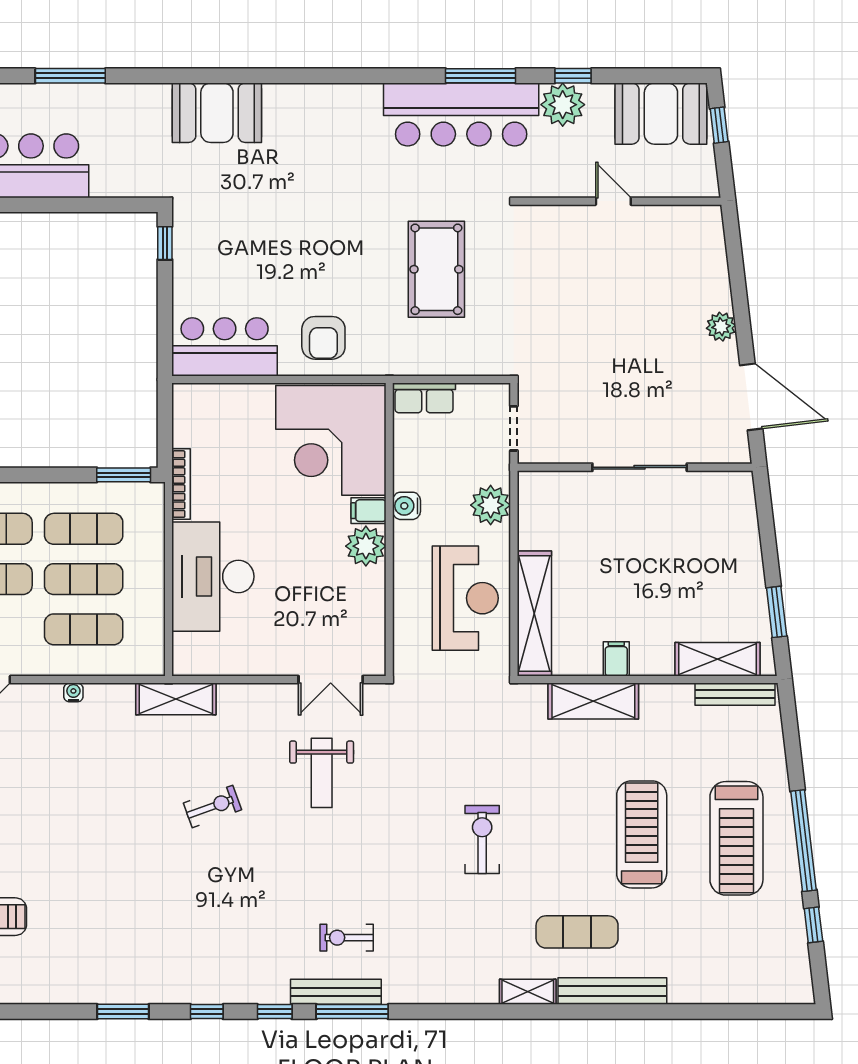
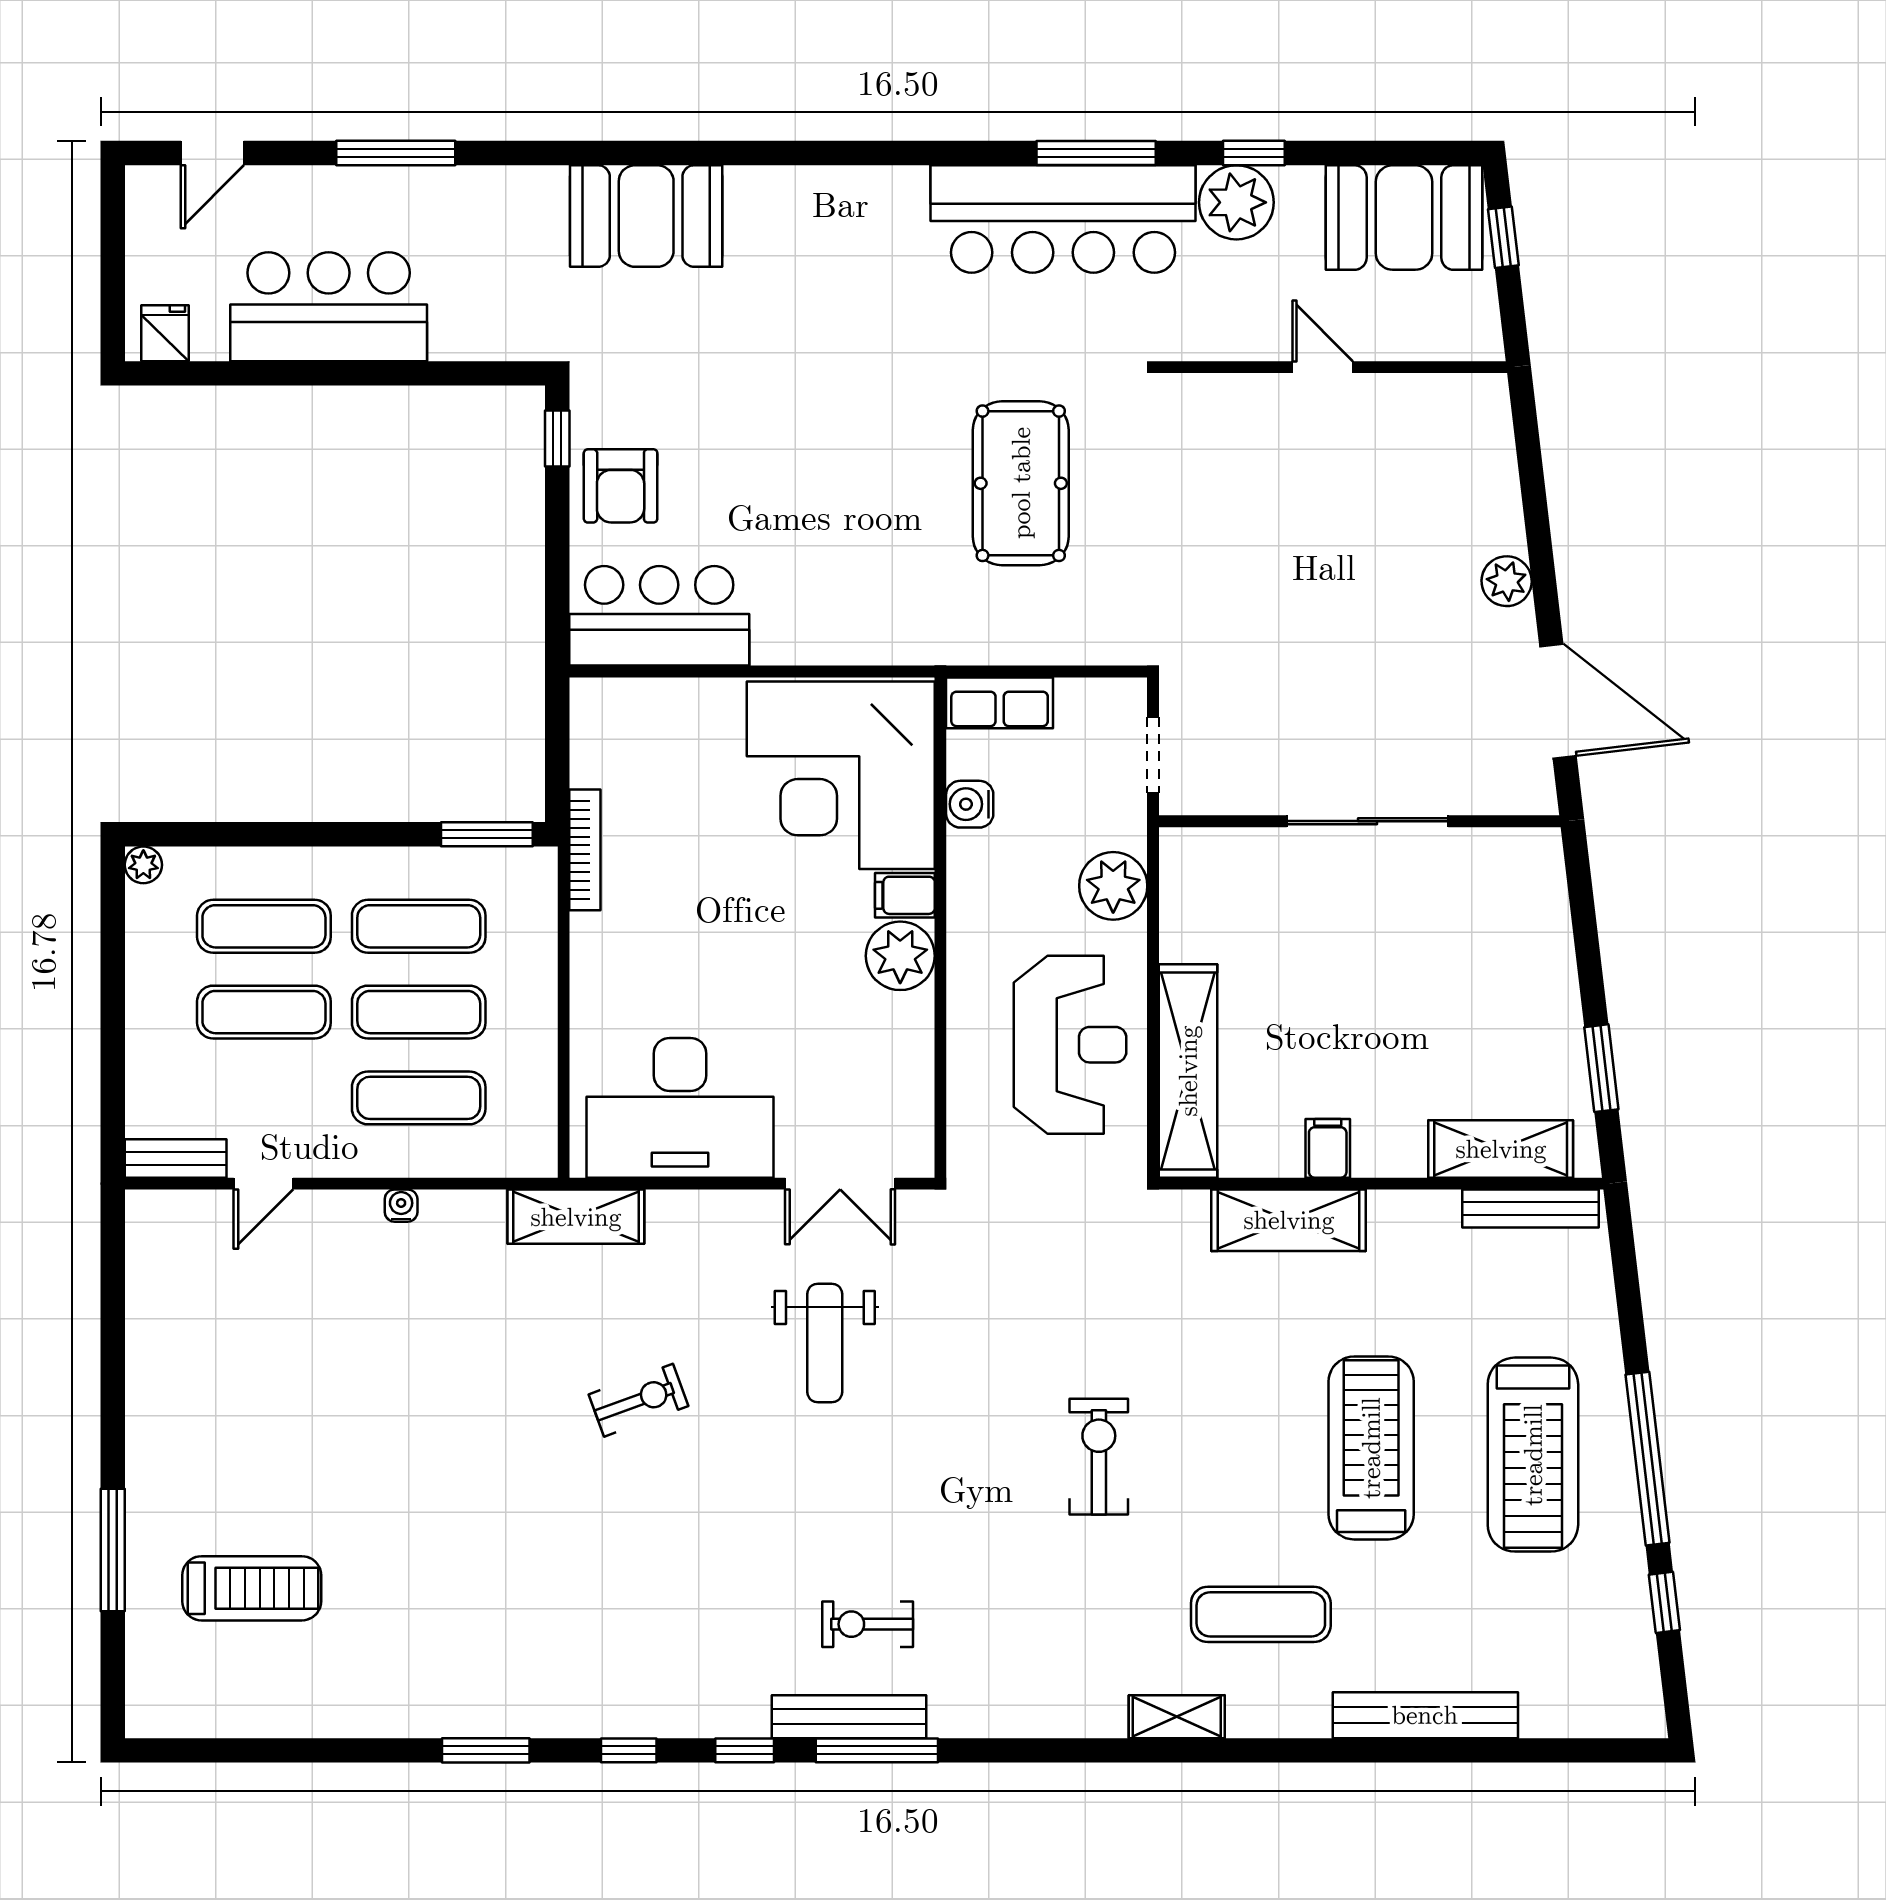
armchair: (323, 338) -> (621, 486), moved
water cooler: (407, 506) -> (970, 804), moved
desk: (213, 577) -> (680, 1108), moved, turned -90
bench: (612, 991) -> (1425, 1715), moved

